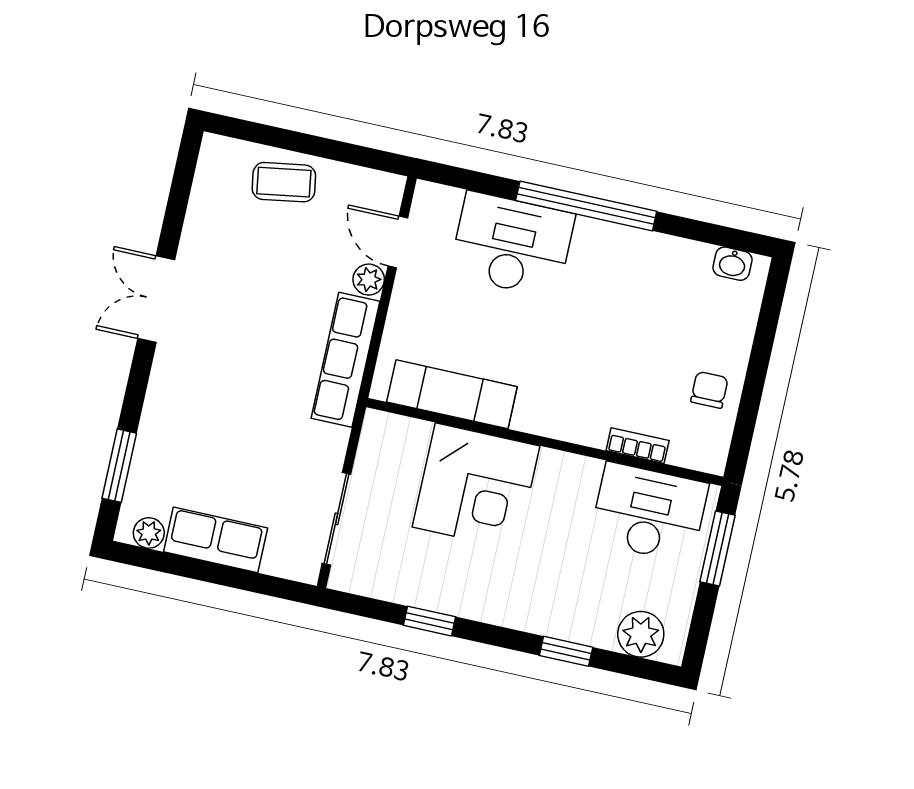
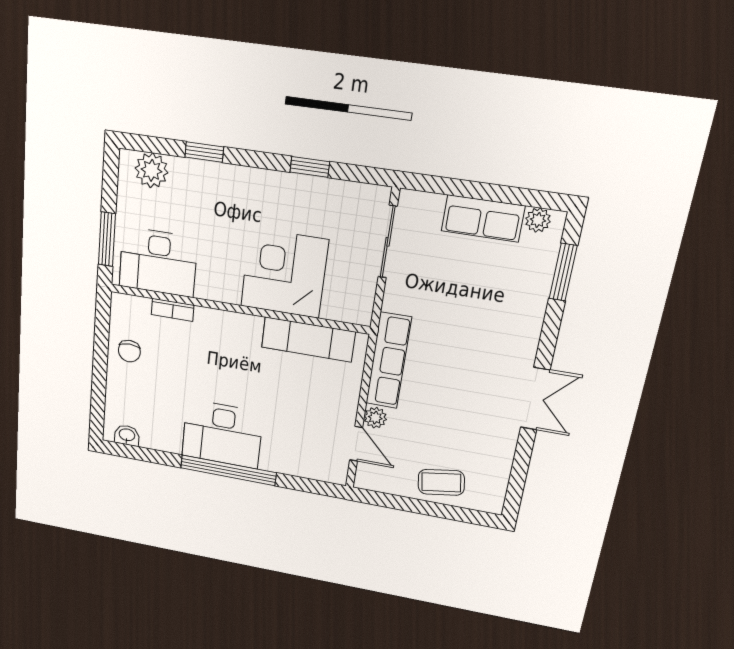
desk: (512, 245) -> (222, 434), moved

